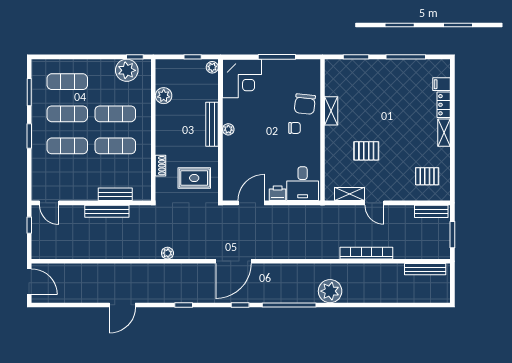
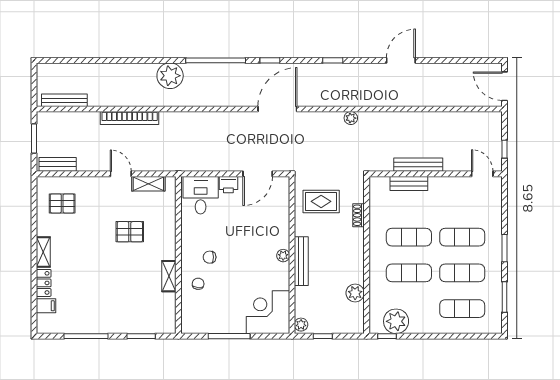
chair: (305, 104) -> (198, 284), width x0.54, depth x0.54

